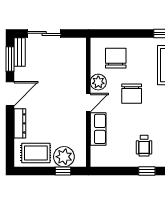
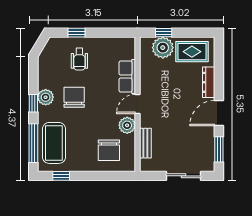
bench: (20, 52) -> (145, 143), moved
chair: (132, 94) -> (74, 97), moved
wheelchair: (144, 146) -> (79, 59), turned 180

